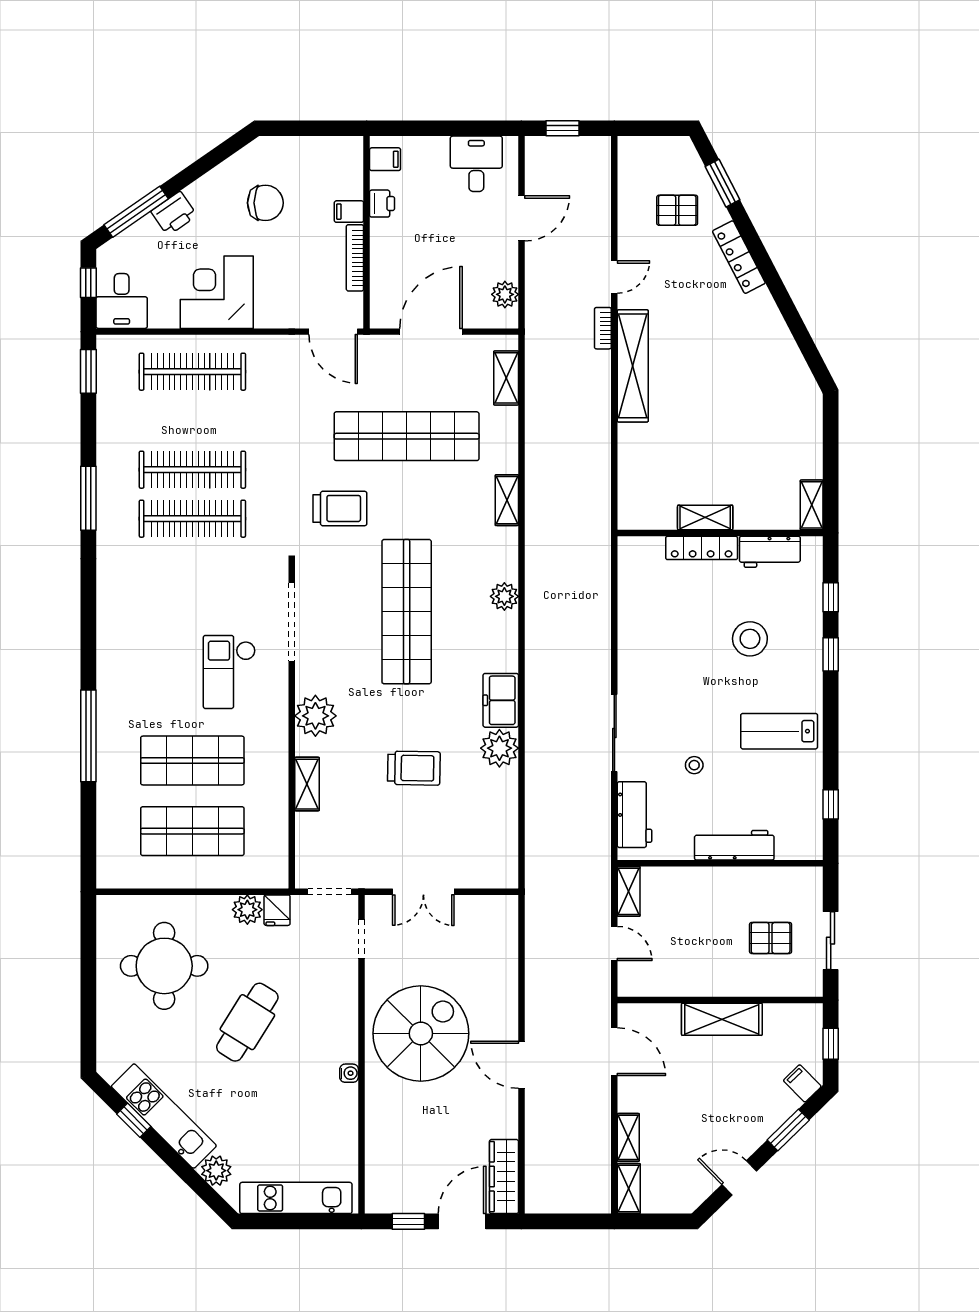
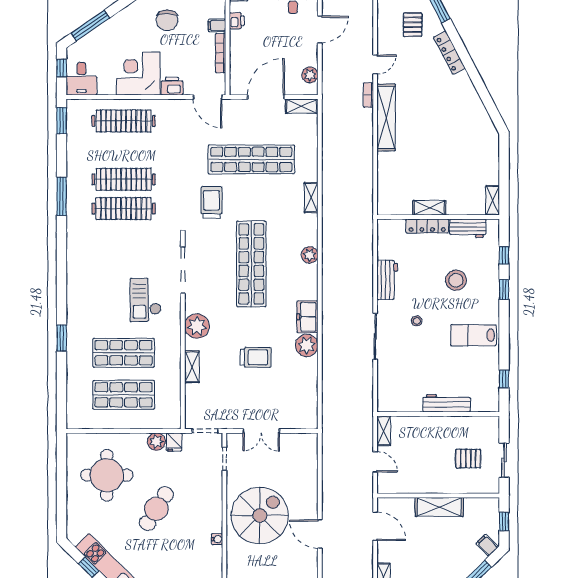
chair: (265, 203) -> (167, 20), turned 90
pallet: (677, 210) -> (413, 25), turned 90
printer: (174, 213) -> (172, 86), moved, turned -145
shelving: (506, 378) -> (302, 106), moved, turned 90
trolley: (340, 508) -> (212, 202), turned -90
window: (88, 736) -> (62, 338), width x0.47
stool: (694, 765) -> (417, 321), moved
workbench: (635, 815) -> (387, 280), moved

